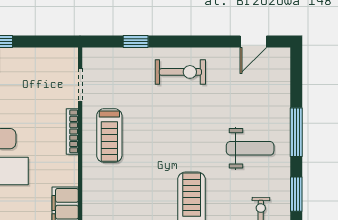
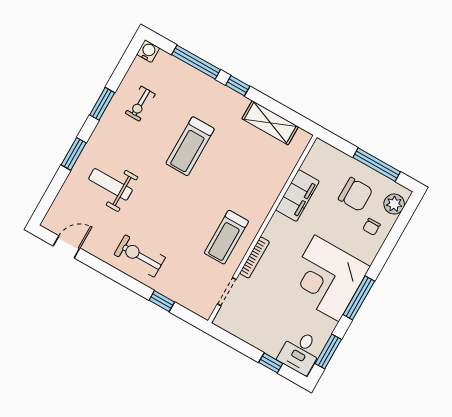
window: (296, 132) -> (74, 154), width x0.69
treadmill: (109, 136) -> (226, 237), turned 180
weight bench: (250, 148) -> (110, 184), moved

